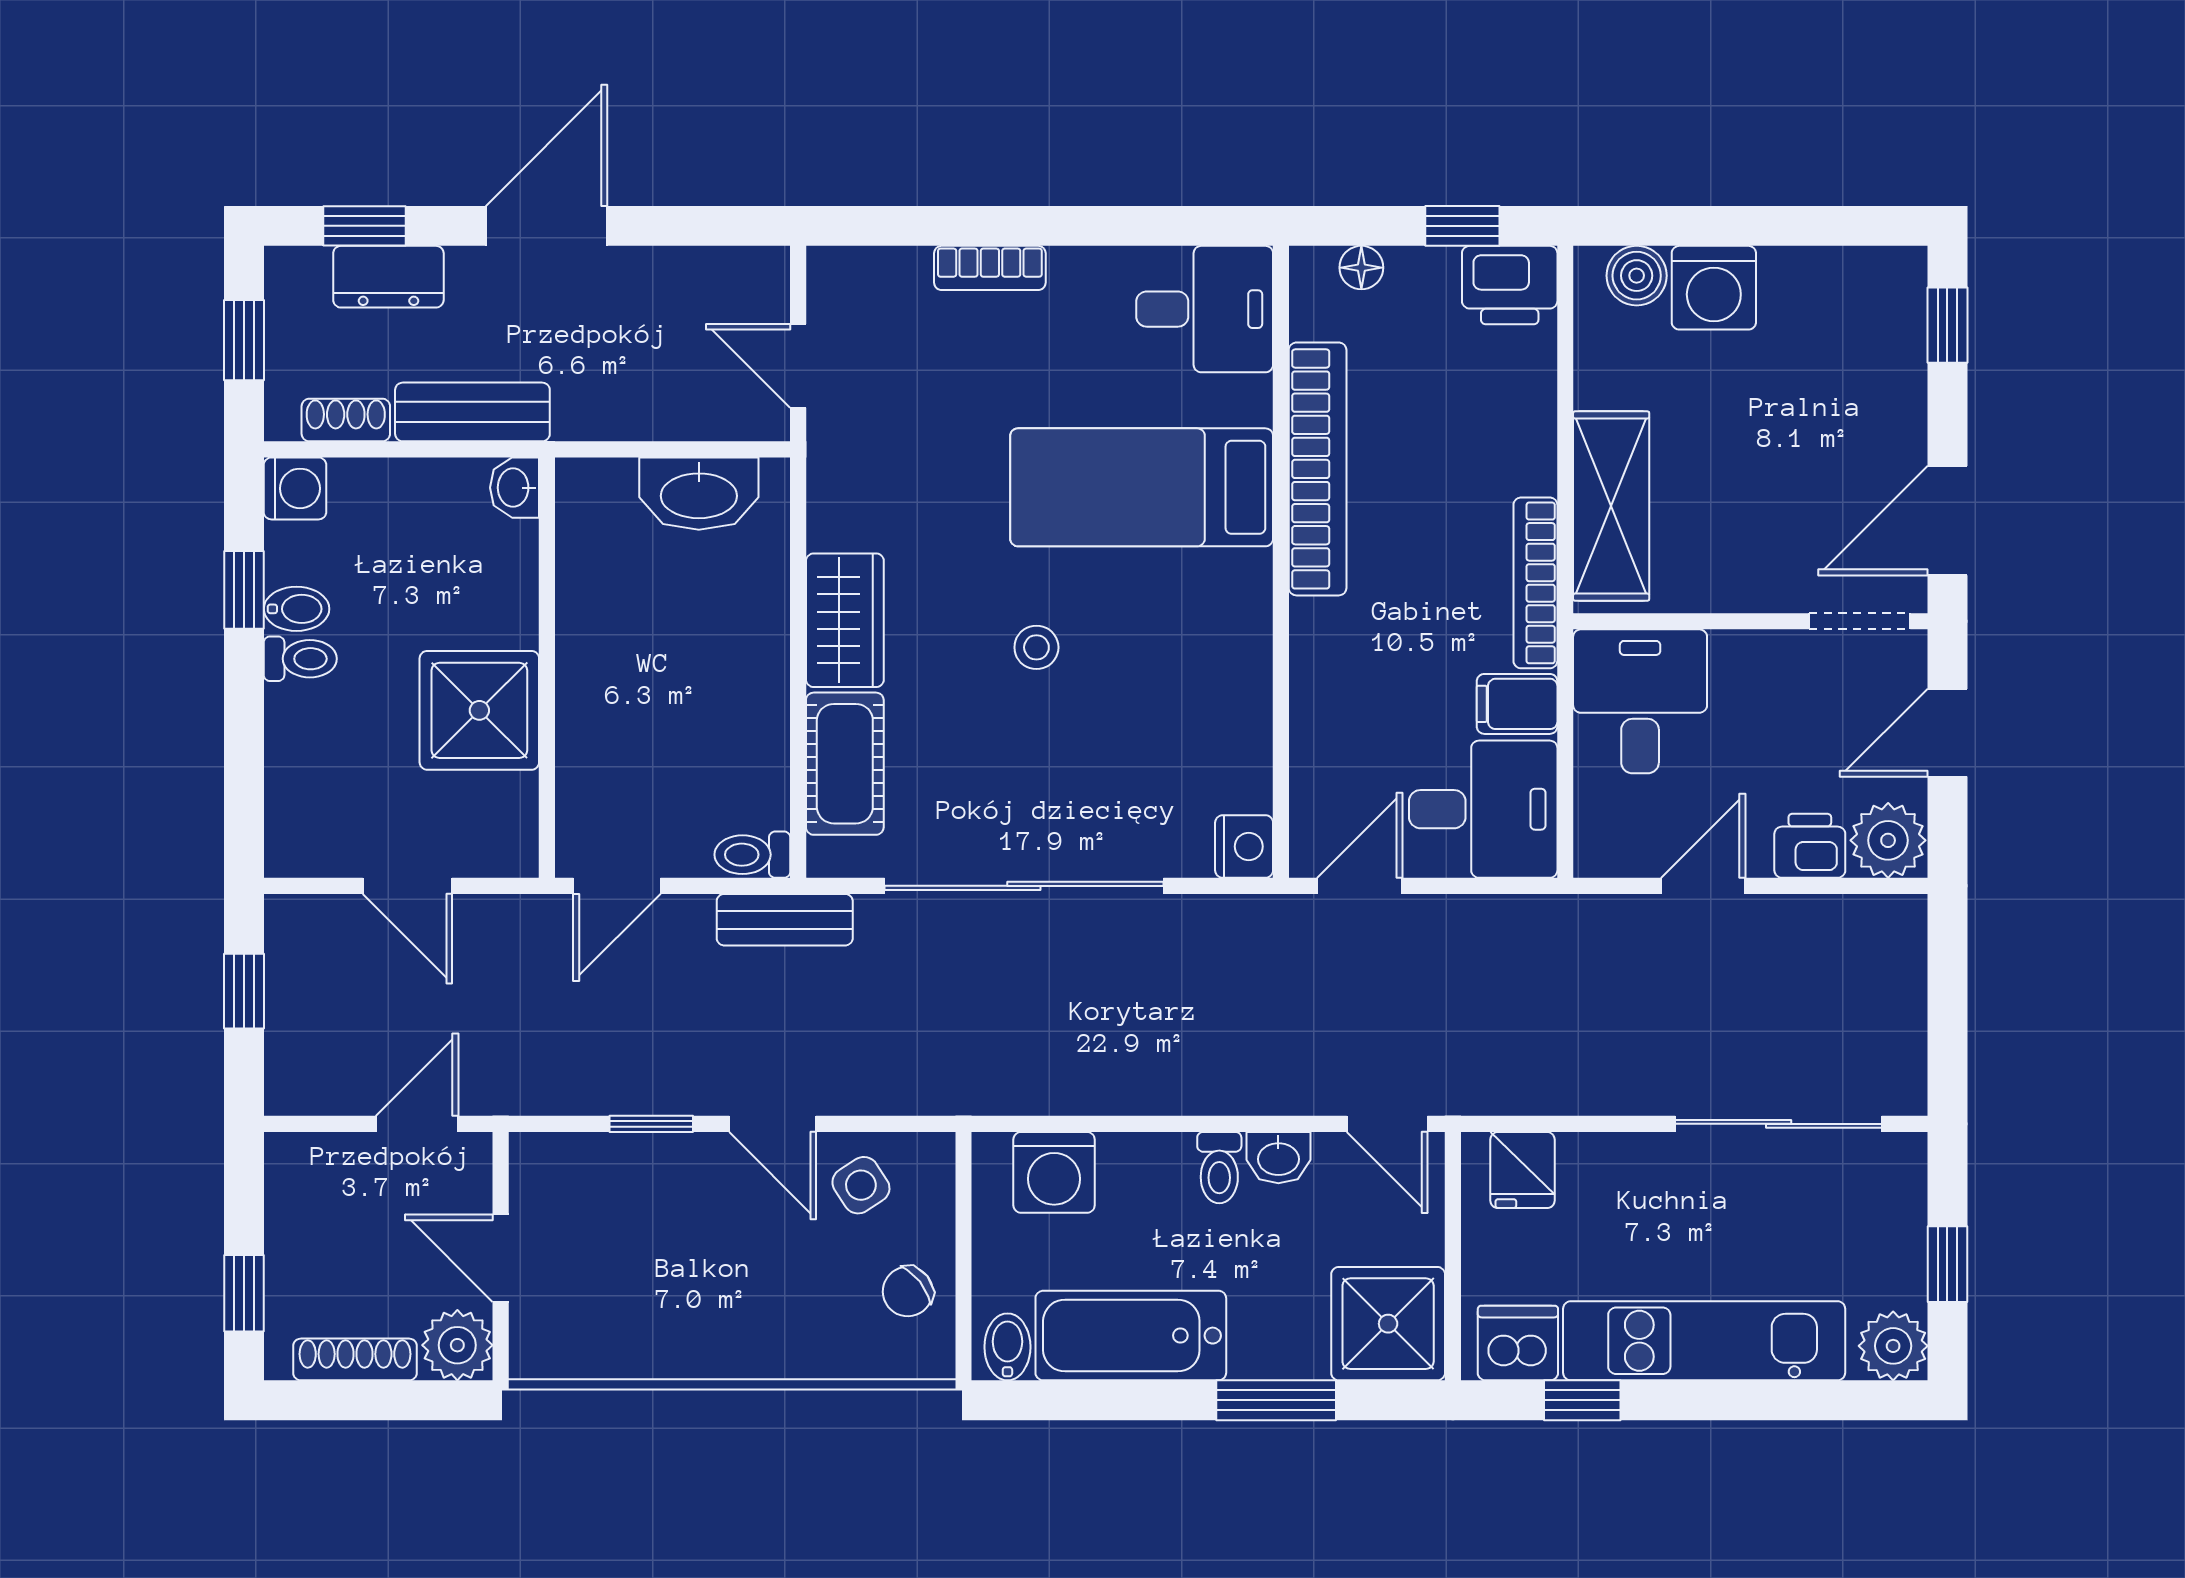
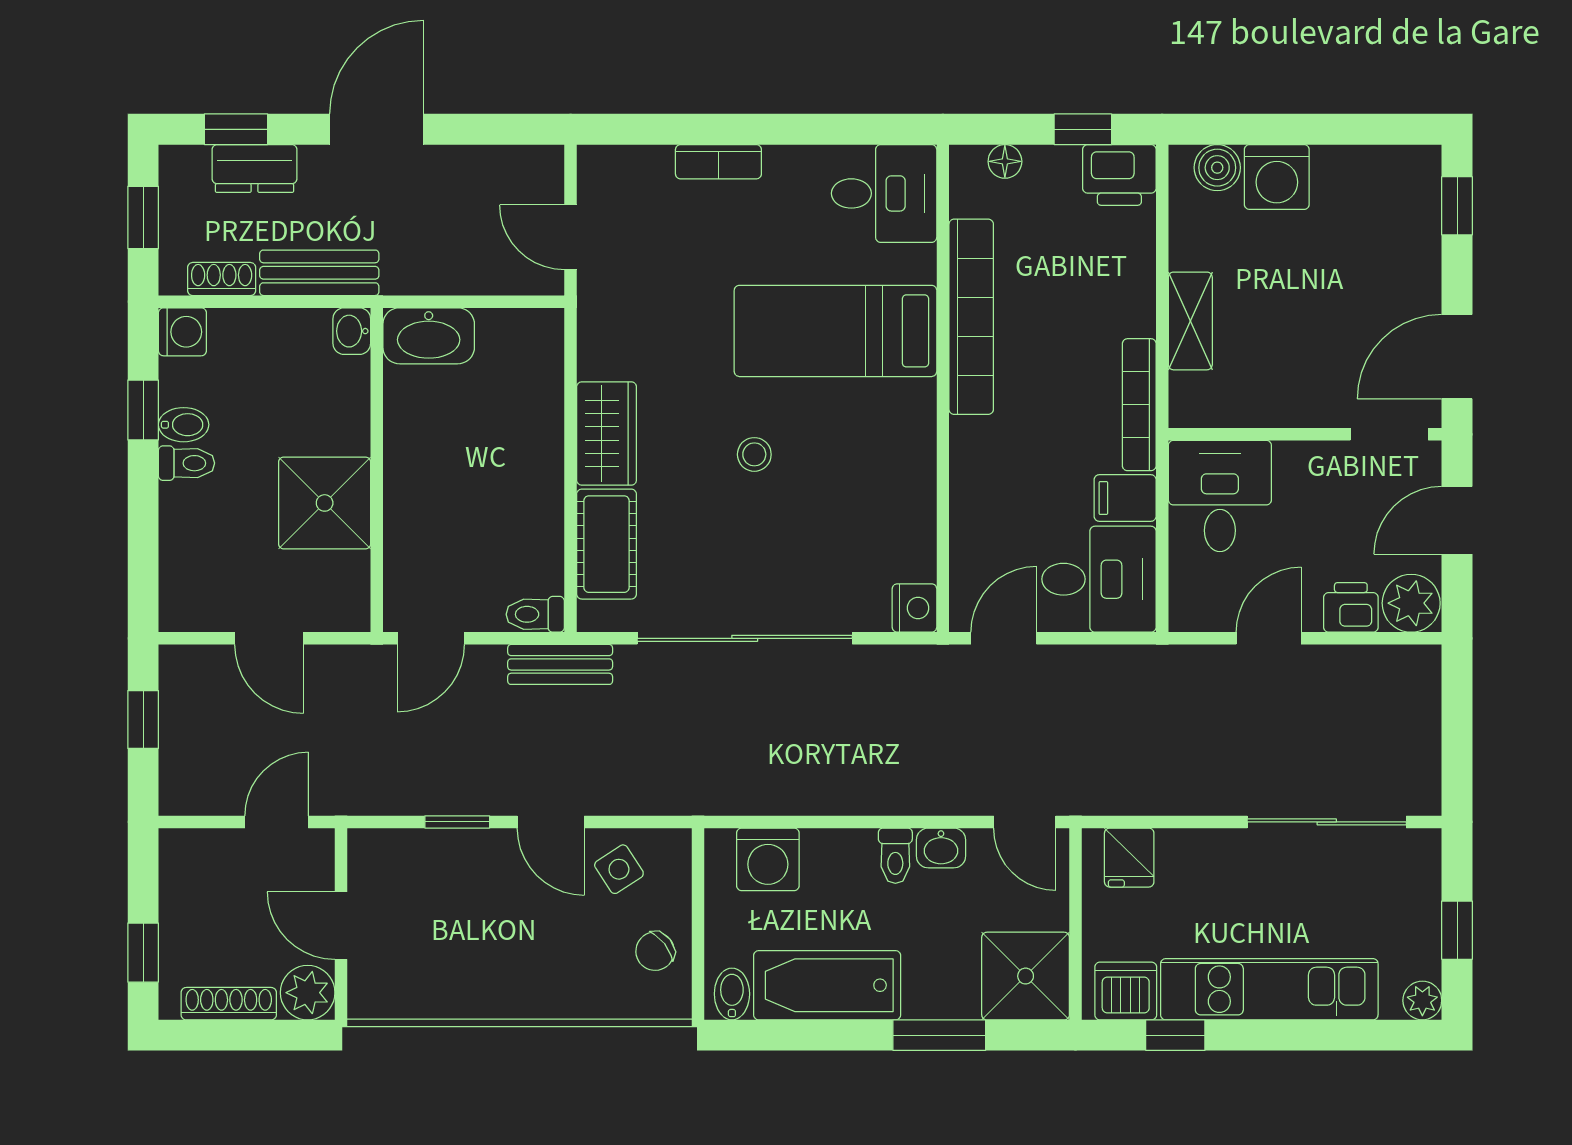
washbasin: (699, 494) -> (429, 336), moved
shelving: (1611, 506) -> (1190, 321), width x0.67, depth x0.75
plant: (1893, 1346) -> (1422, 1000), width x0.73, depth x0.73

